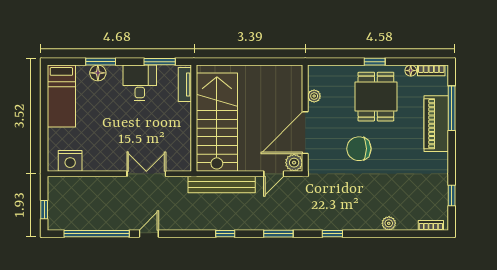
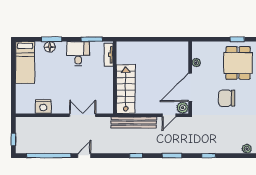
stairs: (217, 122) -> (126, 89), width x0.73, depth x0.66
nightstand: (70, 161) -> (43, 106), moved

